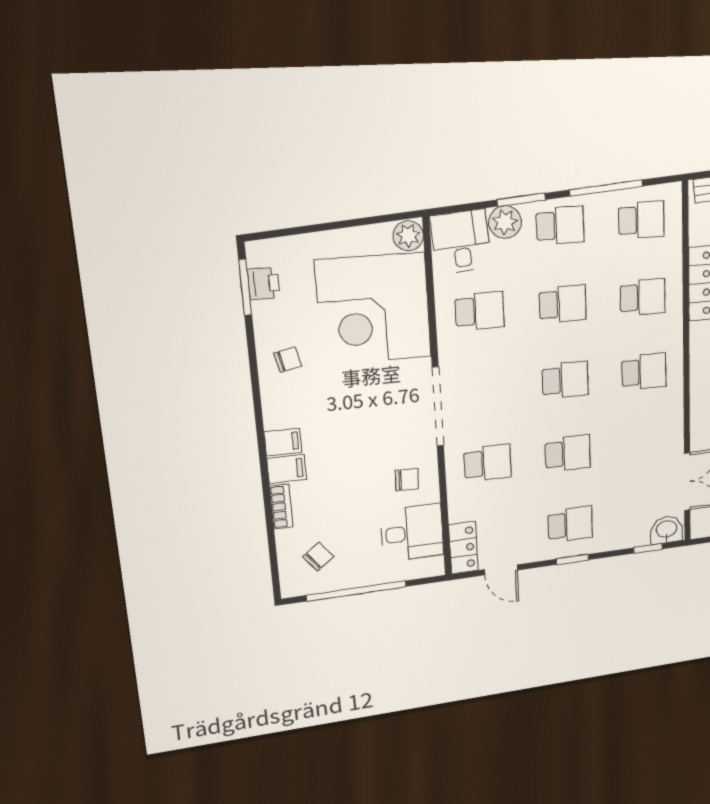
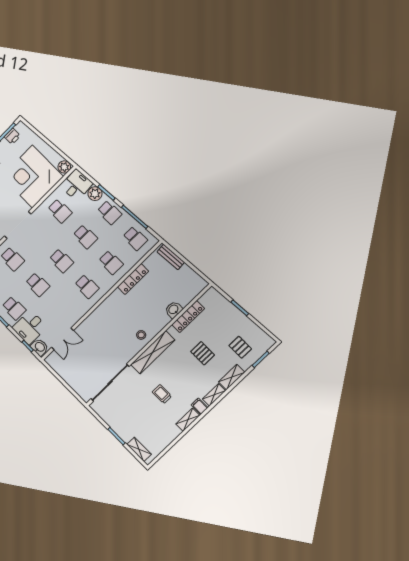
desk: (623, 522) -> (30, 327), added

